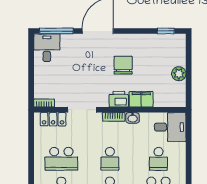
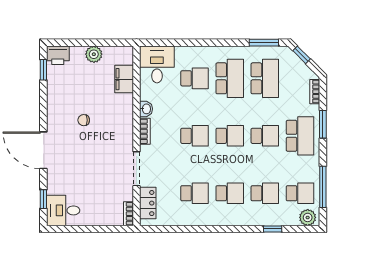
window: (56, 31) -> (43, 199), width x0.46
chair: (123, 65) -> (84, 120), width x0.54, depth x0.54
printer: (119, 99) -> (58, 55), moved, turned -90
filing cabinet: (141, 99) -> (124, 79), moved
school desk: (61, 159) -> (195, 193), width x0.54

